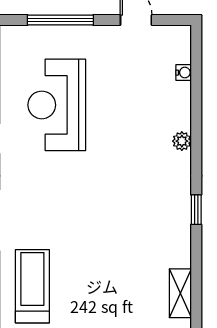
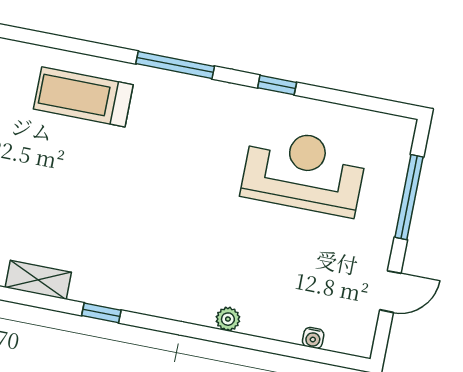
window: (196, 210) -> (101, 313), moved
treadmill: (32, 286) -> (83, 97), turned 180

